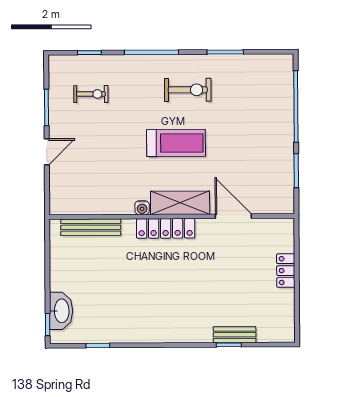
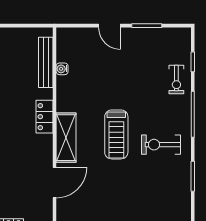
exercise bike: (188, 90) -> (161, 145), turned 90
exercise bike: (91, 94) -> (176, 80), moved
water cooler: (142, 208) -> (62, 69), moved
locker: (166, 228) -> (44, 117), width x0.66

